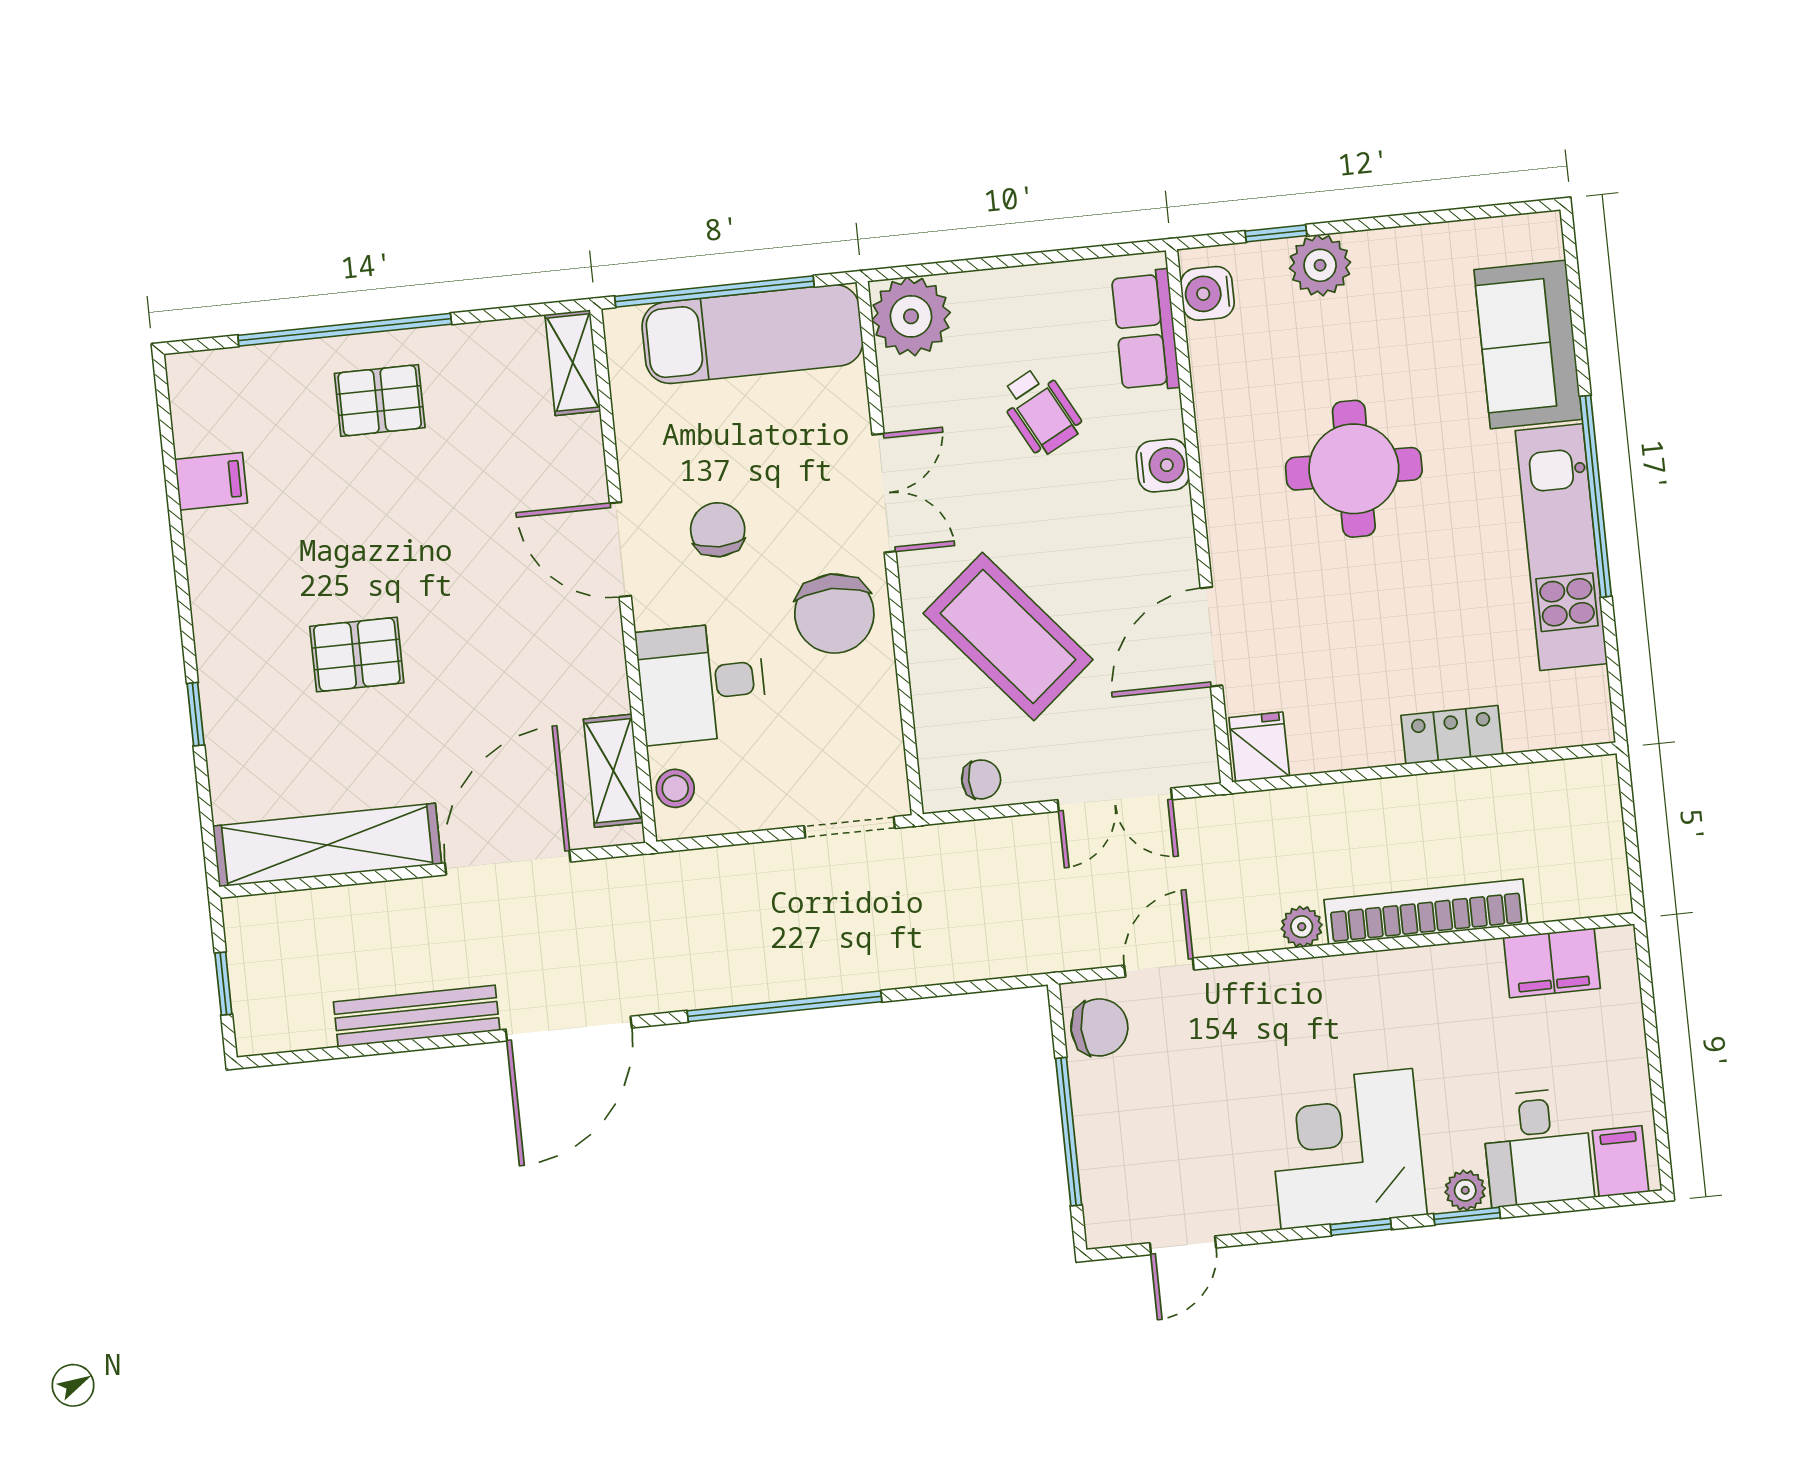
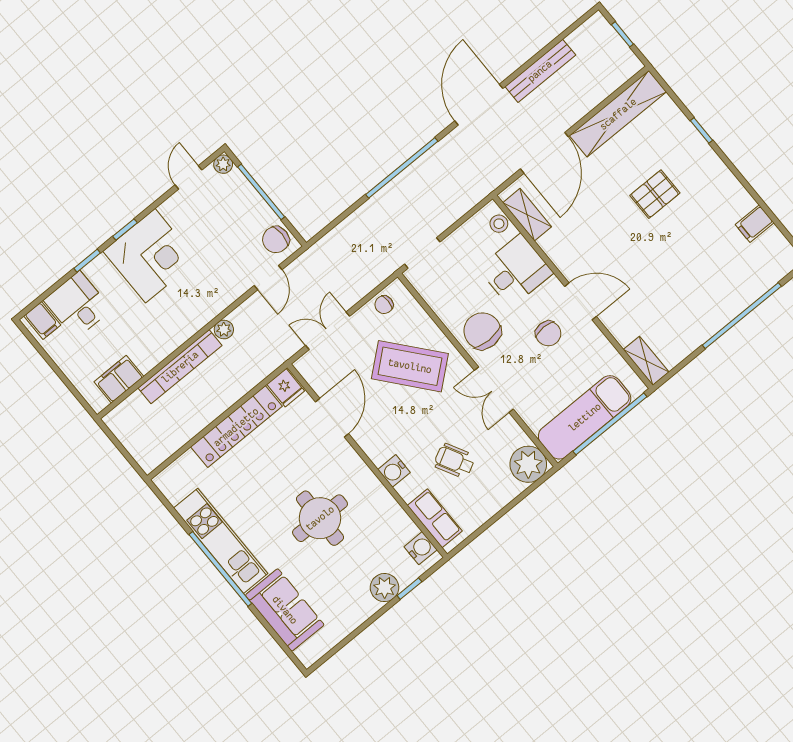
pallet: (380, 400) -> (711, 297), removed
locker: (1452, 735) -> (236, 427), width x2.16, depth x1.21
plant: (1465, 1190) -> (223, 164), moved

